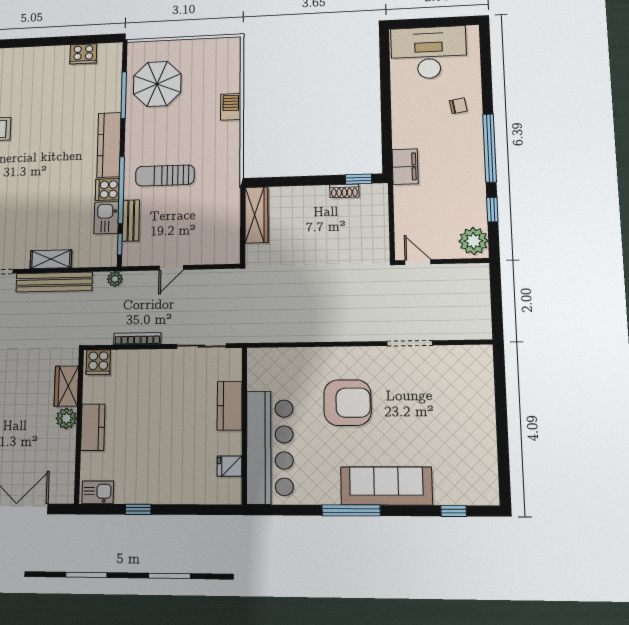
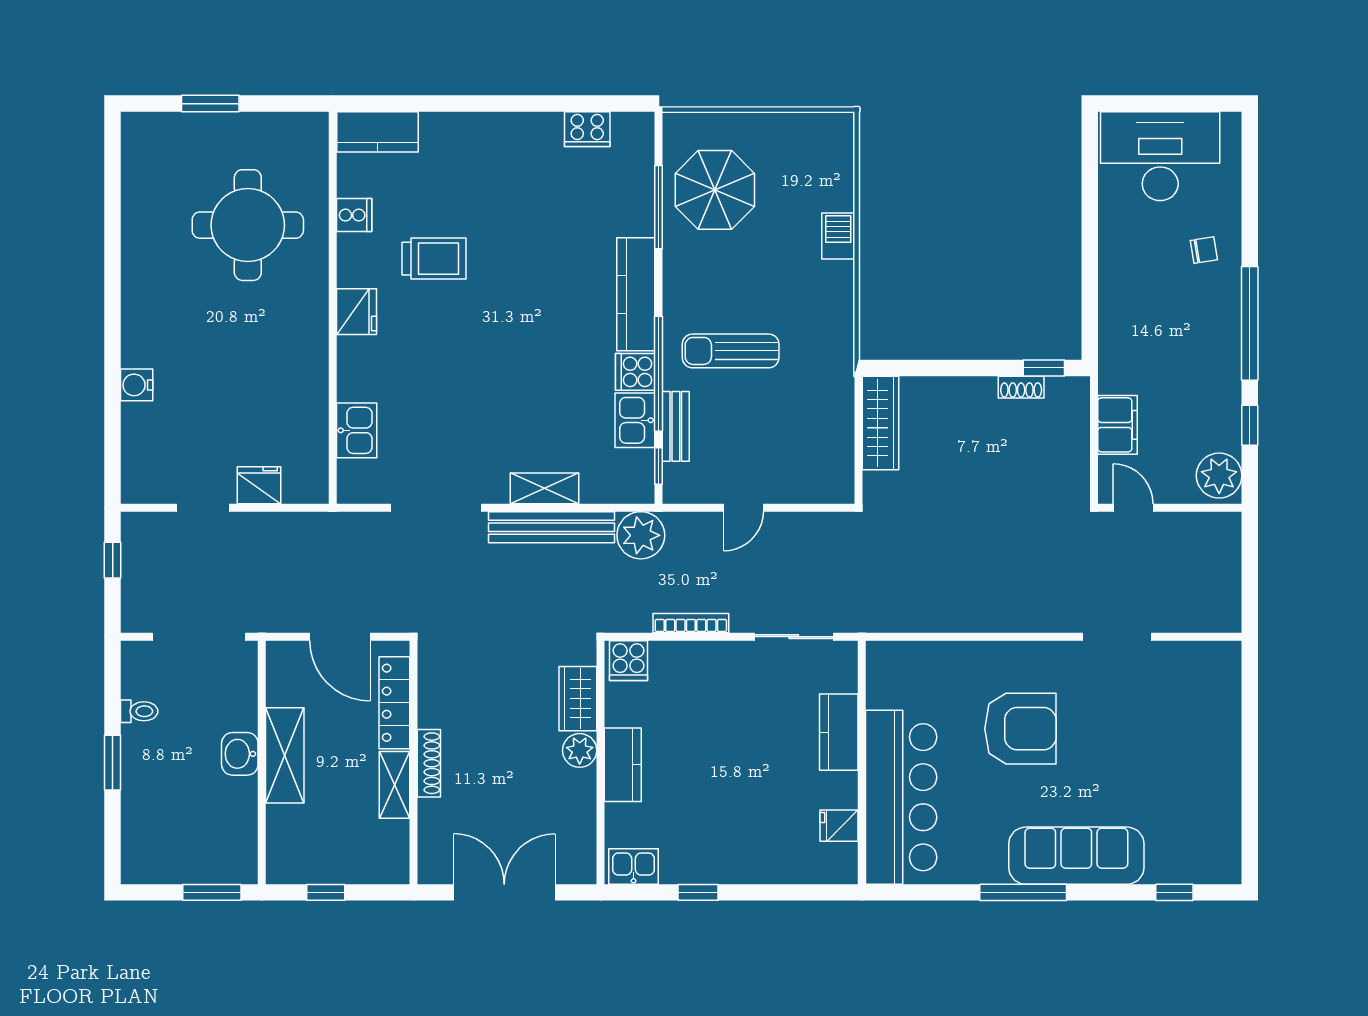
filing cabinet: (405, 167) -> (1118, 425), moved
plant: (115, 279) -> (641, 535), width x1.88, depth x1.88

